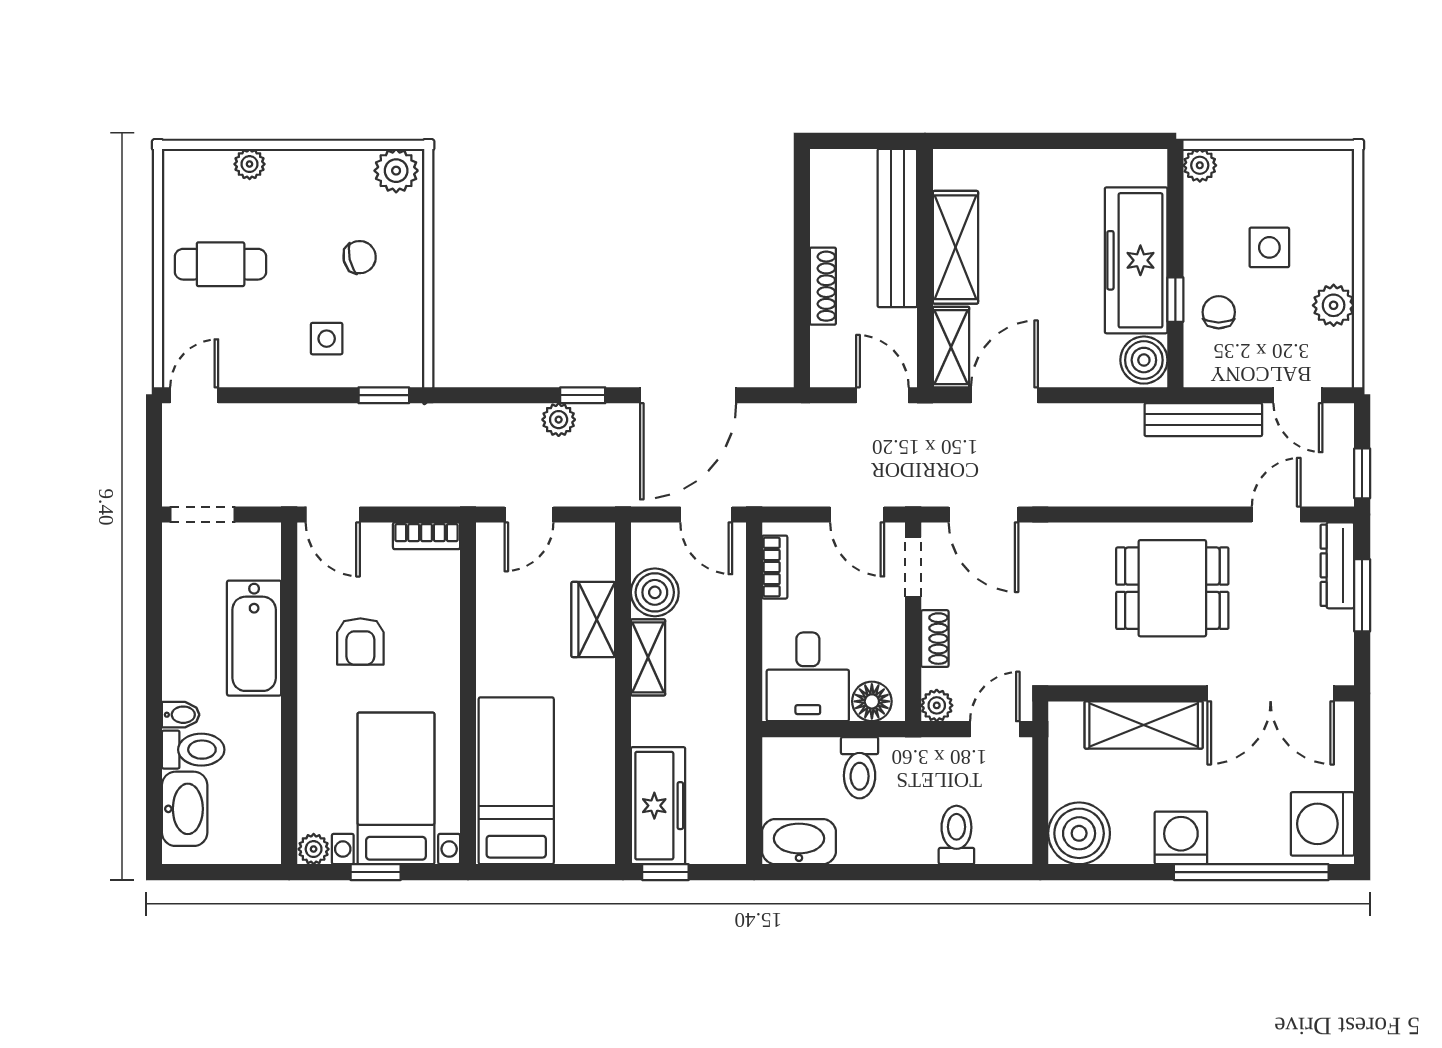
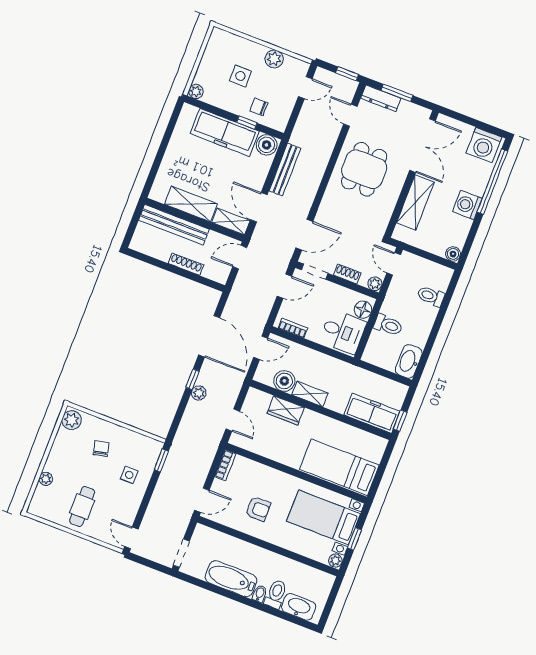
bench: (1203, 420) -> (285, 170), moved
bathtub: (254, 638) -> (231, 579), moved, turned 180
boiler: (1079, 833) -> (453, 254), width x0.54, depth x0.54

